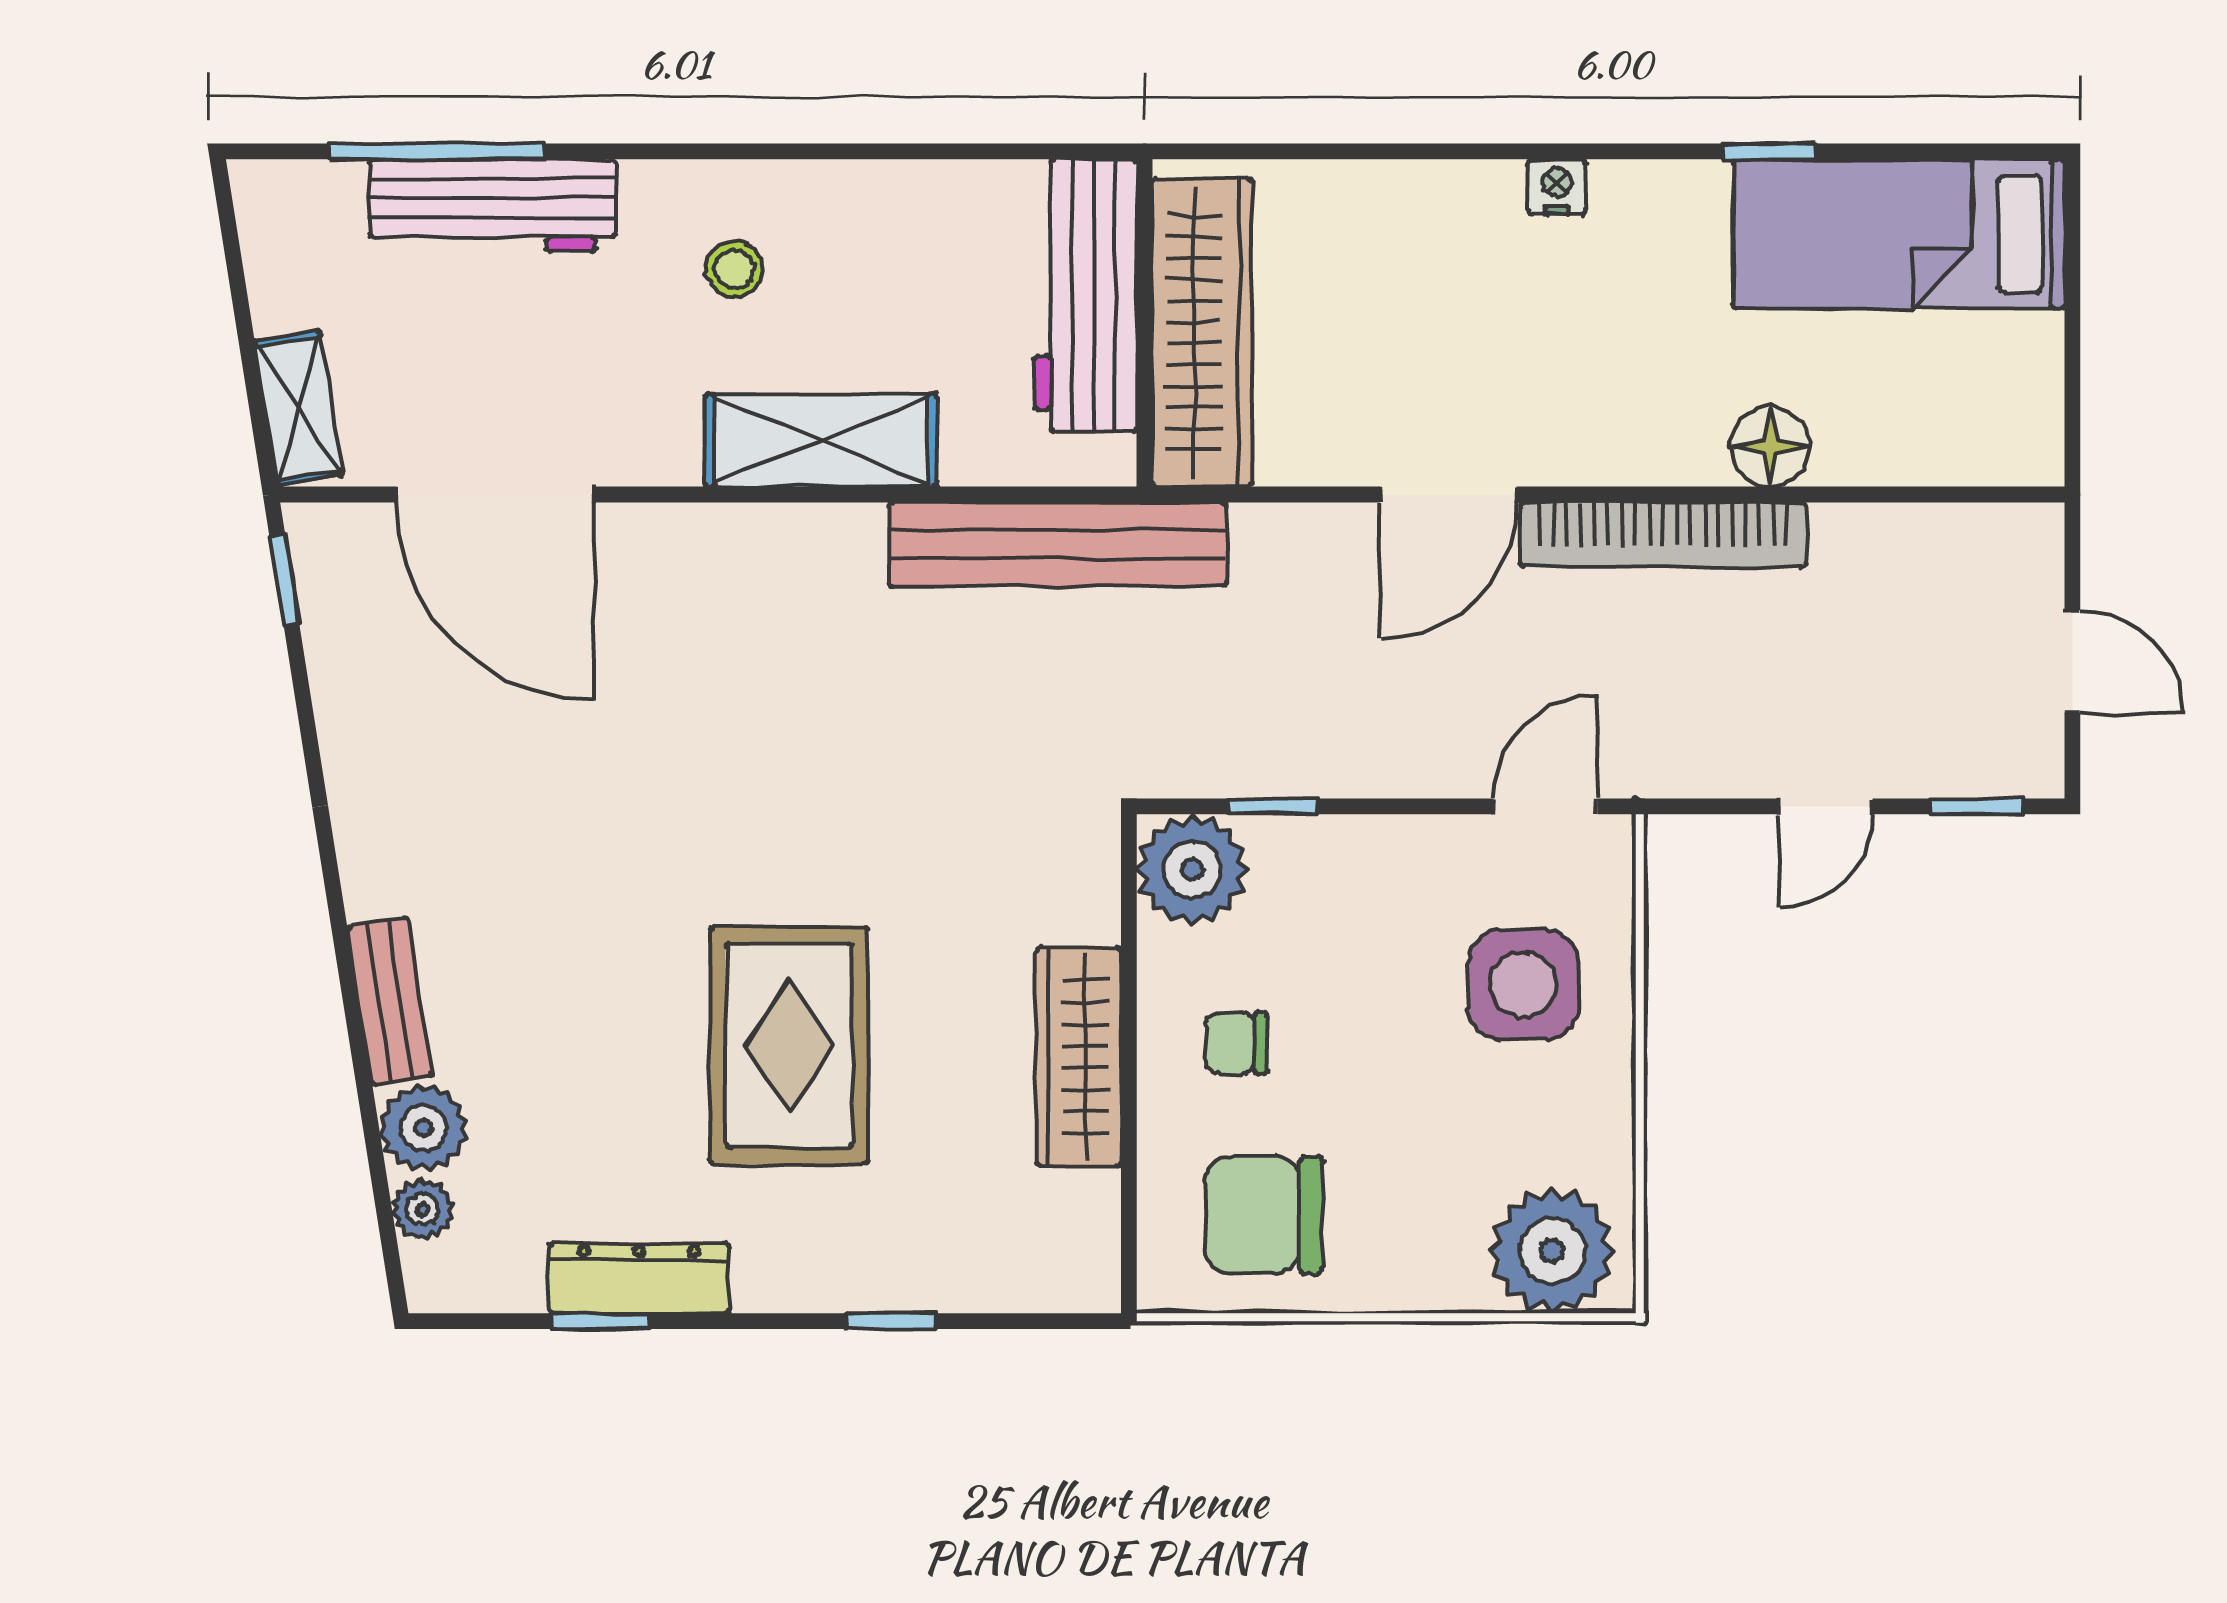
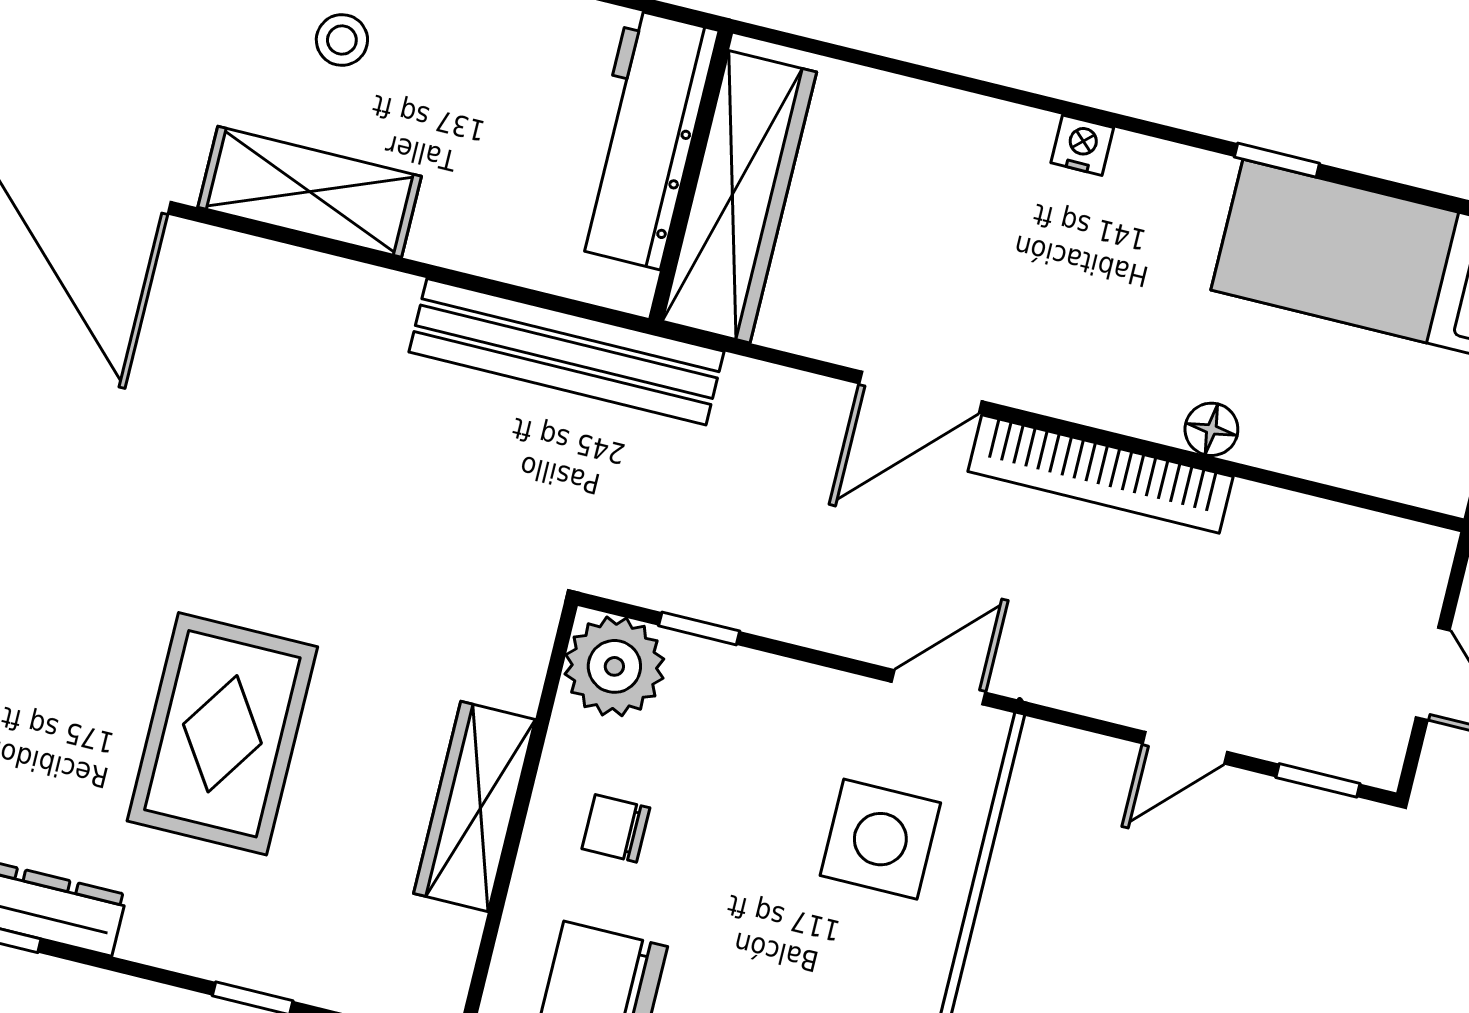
shelving: (821, 440) -> (310, 192), moved
floor lamp: (1770, 447) -> (1211, 429), width x0.73, depth x0.73

